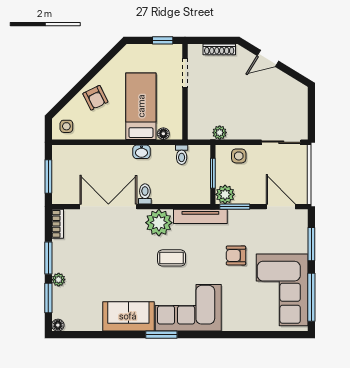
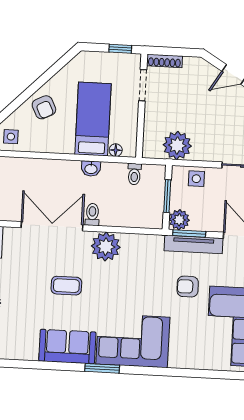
shoe rack: (219, 49) -> (164, 61), moved
plant: (220, 133) -> (177, 145), width x1.87, depth x1.87
tv unit: (200, 216) -> (194, 244), moved
coffee table: (172, 258) -> (66, 286), moved

